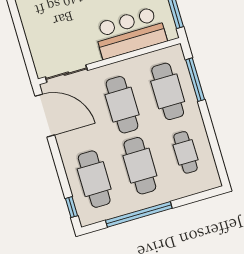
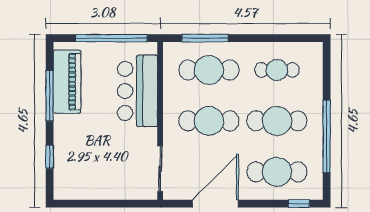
door: (45, 116) -> (215, 204), moved

